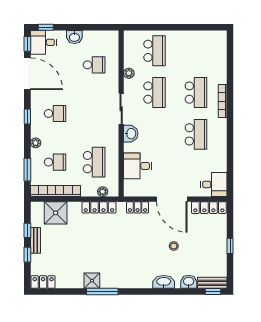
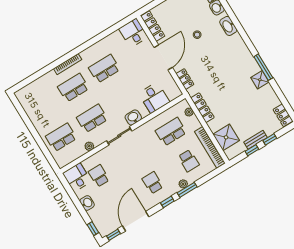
desk: (43, 42) -> (77, 177), moved, turned 180
school desk: (55, 162) -> (189, 161), turned 180
window: (27, 170) -> (187, 190), moved

